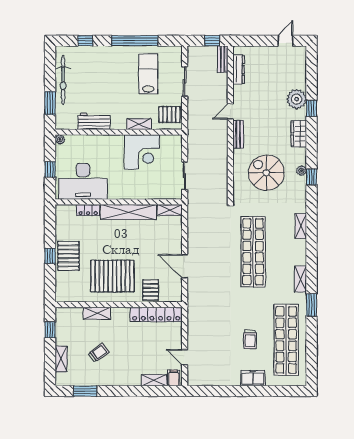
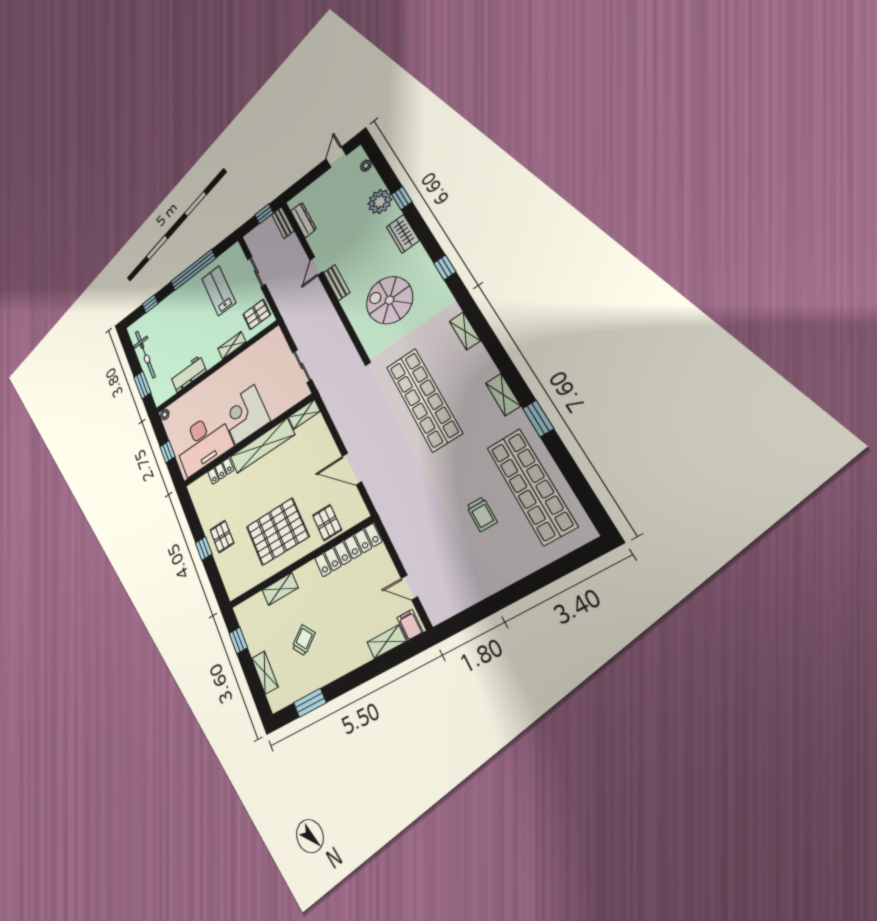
corner desk: (142, 152) -> (245, 415), moved, turned 180
plant: (302, 171) -> (366, 166), moved
pallet: (68, 256) -> (222, 536), width x0.67, depth x0.71
freezer: (253, 378) -> (516, 567), removed

